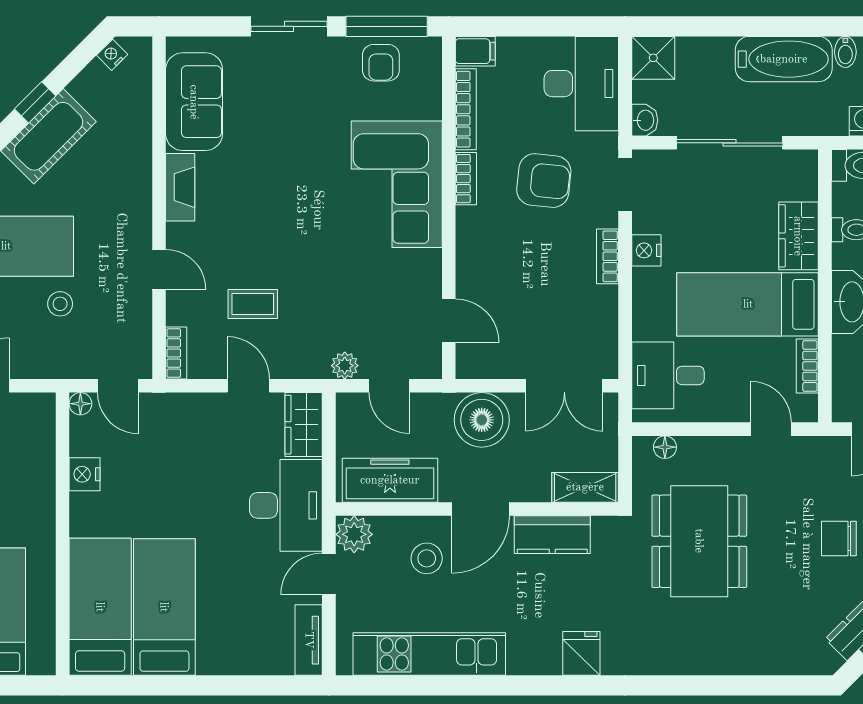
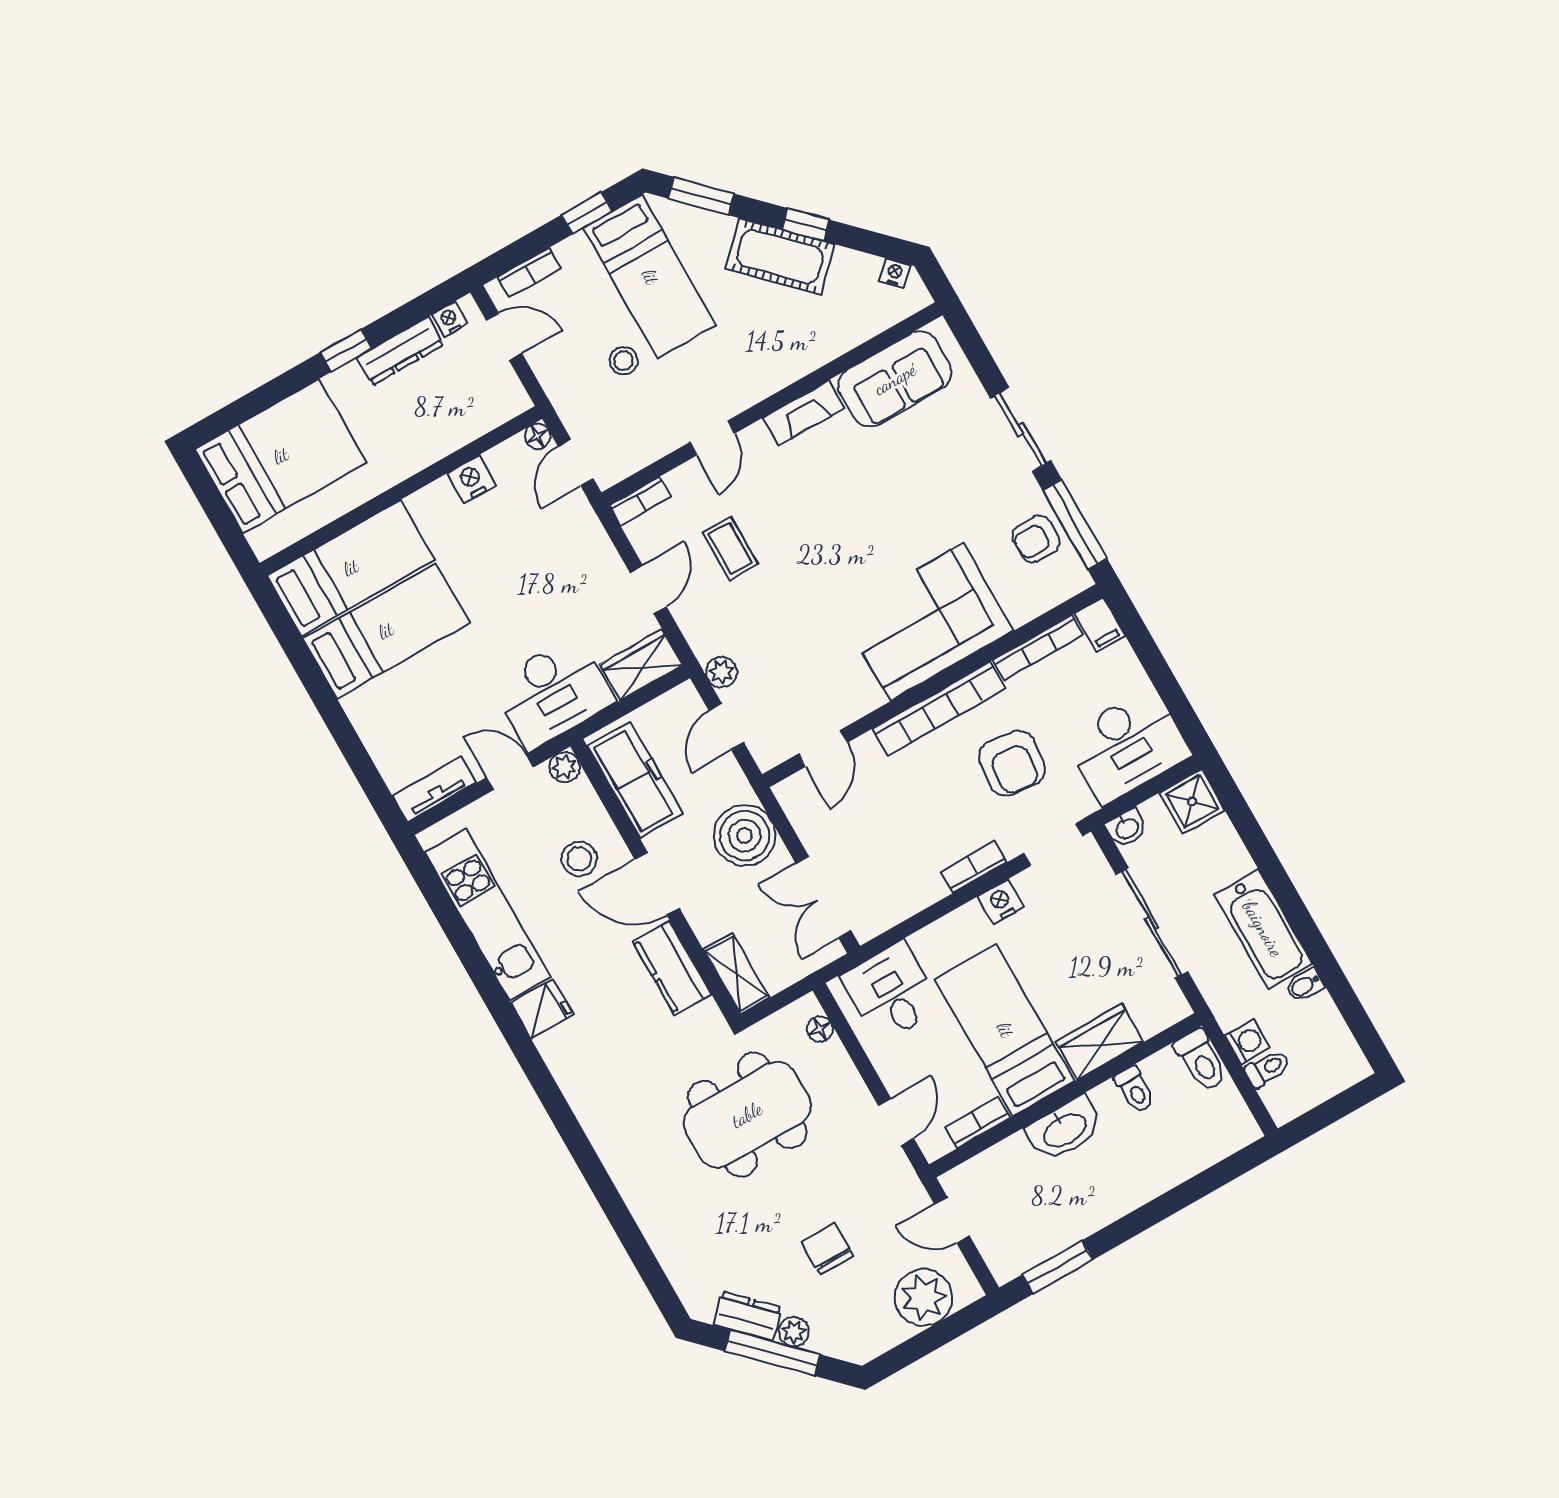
bookcase: (466, 179) -> (939, 708), width x2.31, depth x1.31
plant: (354, 534) -> (565, 767), width x0.73, depth x0.73
fridge: (581, 653) -> (542, 1009), moved

